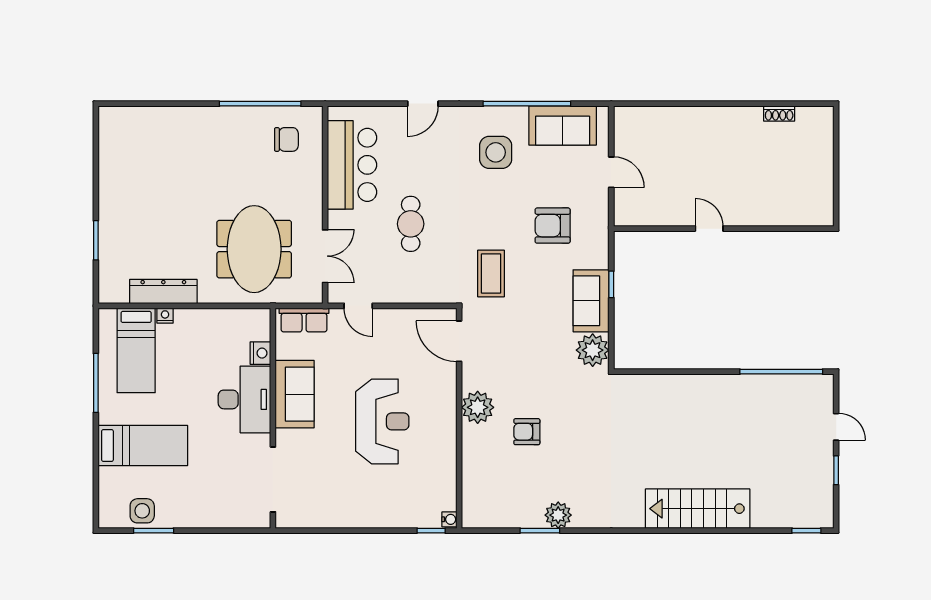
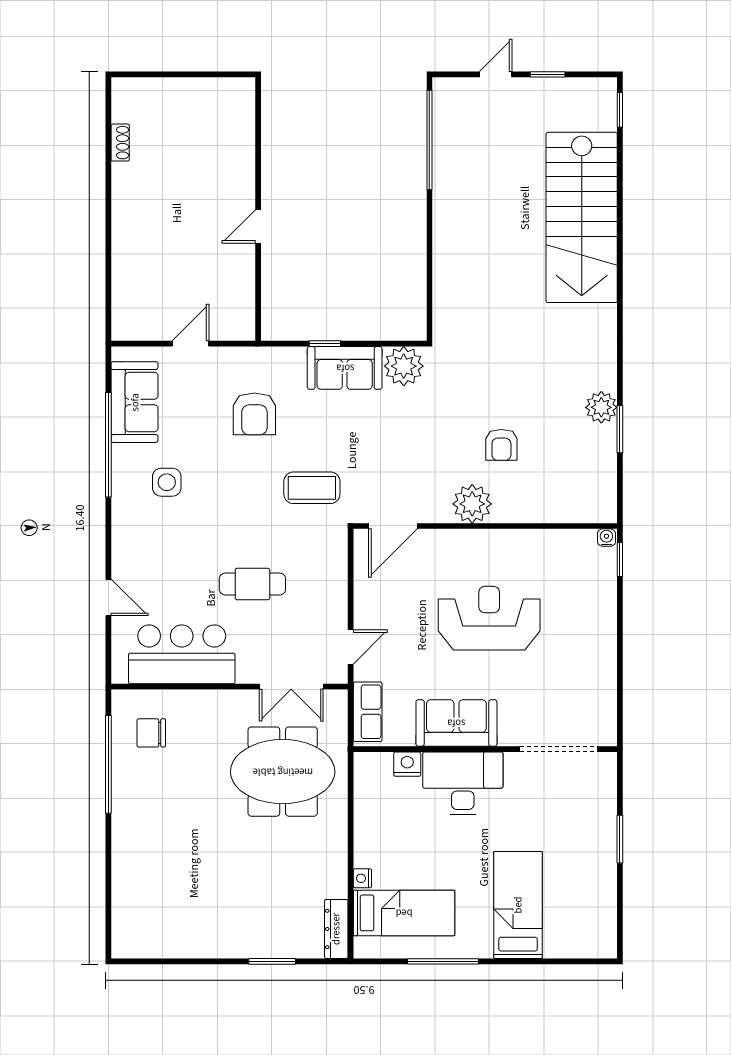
door: (423, 104) -> (108, 597), moved
chair: (286, 139) -> (151, 733), turned -90
side table: (496, 152) -> (167, 482), width x0.73, depth x0.73
double door: (325, 256) -> (291, 687), swing flipped
dresser: (163, 291) -> (336, 929), moved, width x0.73, depth x0.80
stairs: (698, 509) -> (582, 217), width x1.36, depth x1.51
side table: (142, 511) -> (596, 906), removed
window: (154, 531) -> (620, 839), moved

